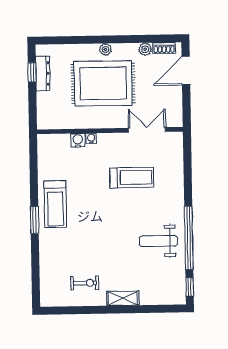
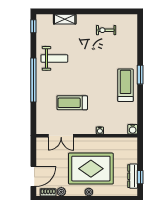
water cooler: (78, 140) -> (133, 129), moved
window: (189, 238) -> (33, 80), moved
shelving: (123, 298) -> (65, 19), moved

